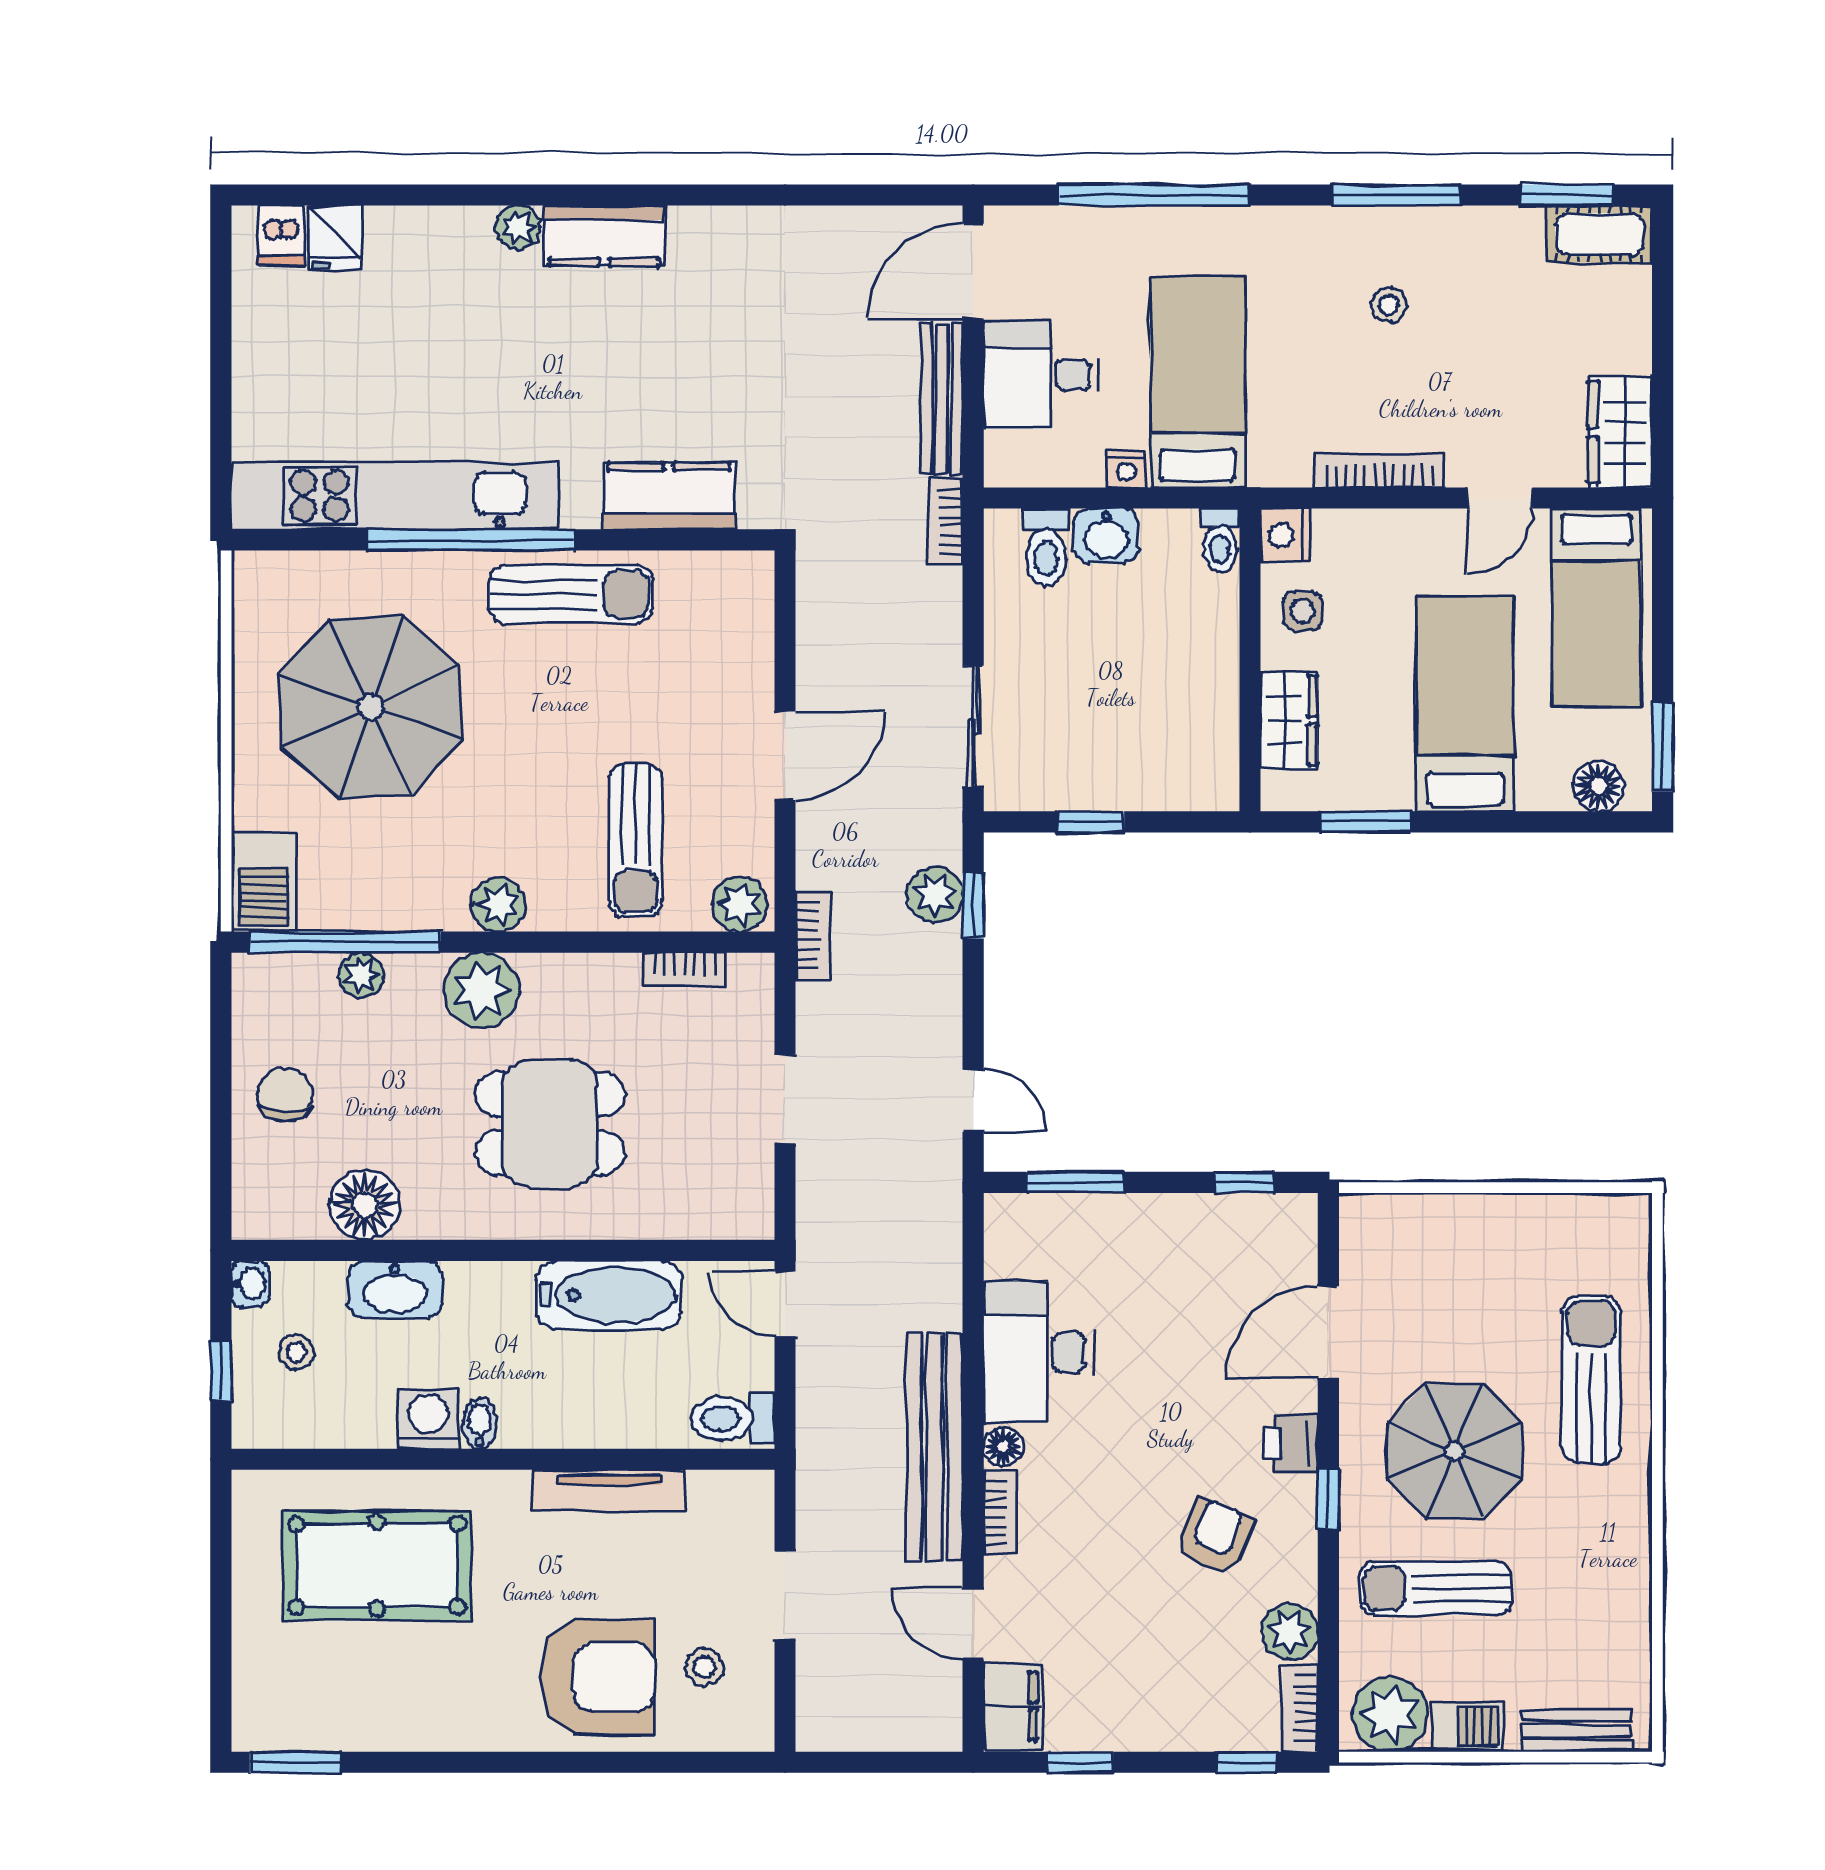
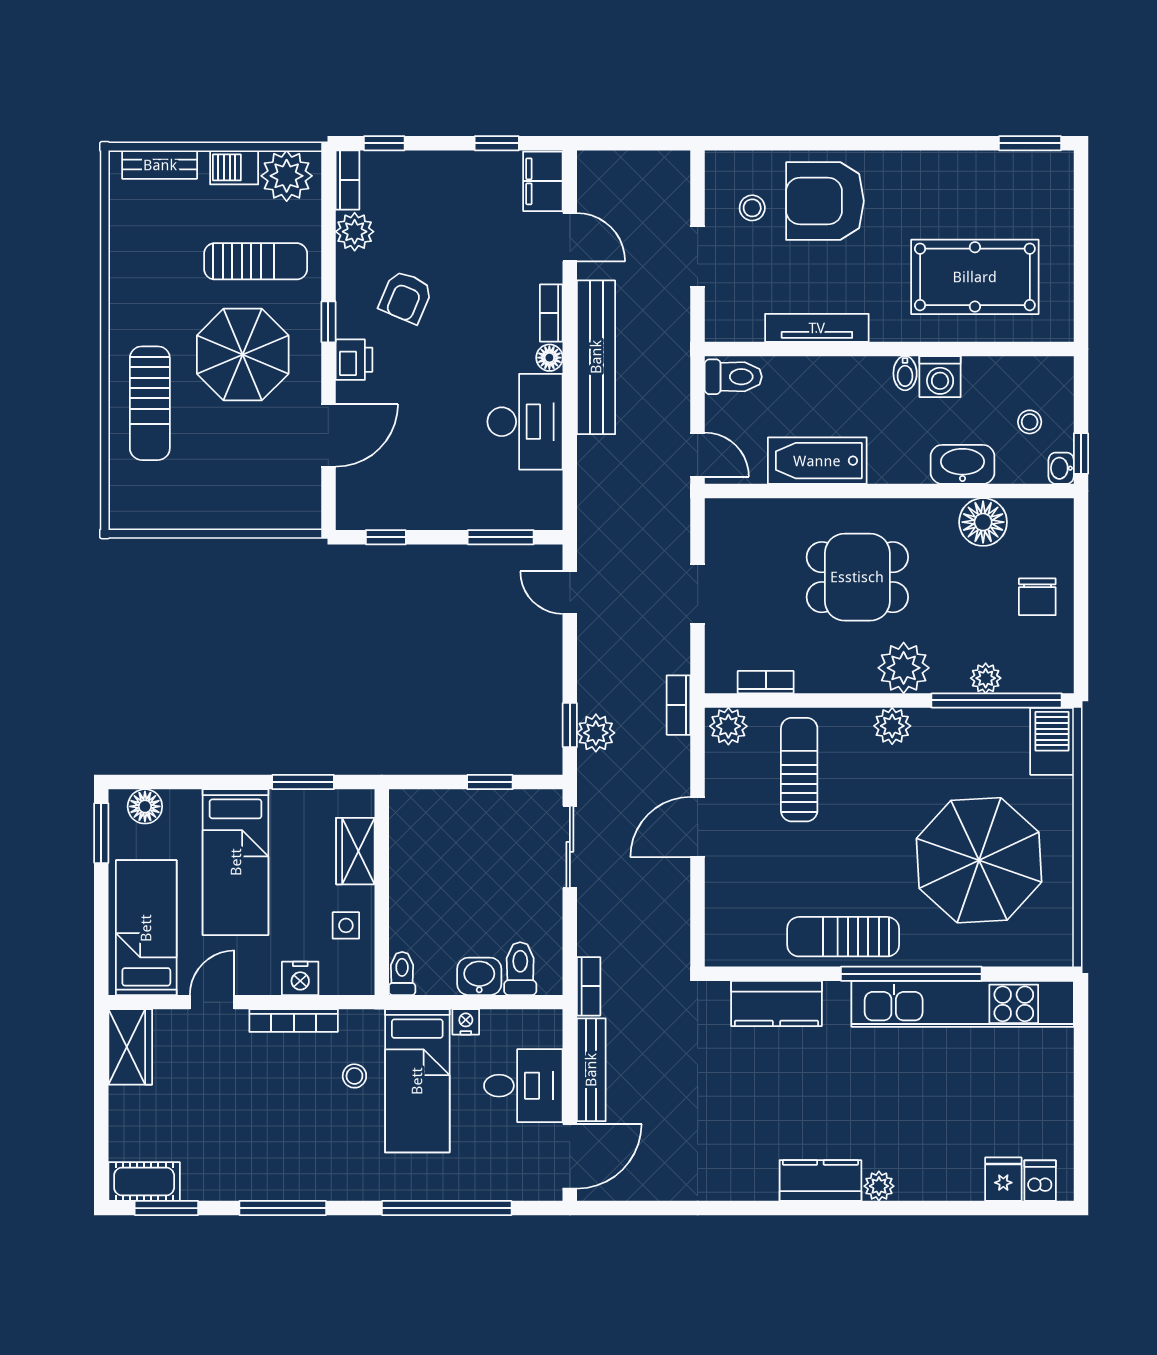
stool: (1389, 305) -> (354, 1076), moved
nightstand: (1285, 535) -> (300, 978), moved, turned 90
window: (221, 1371) -> (1081, 453), moved

